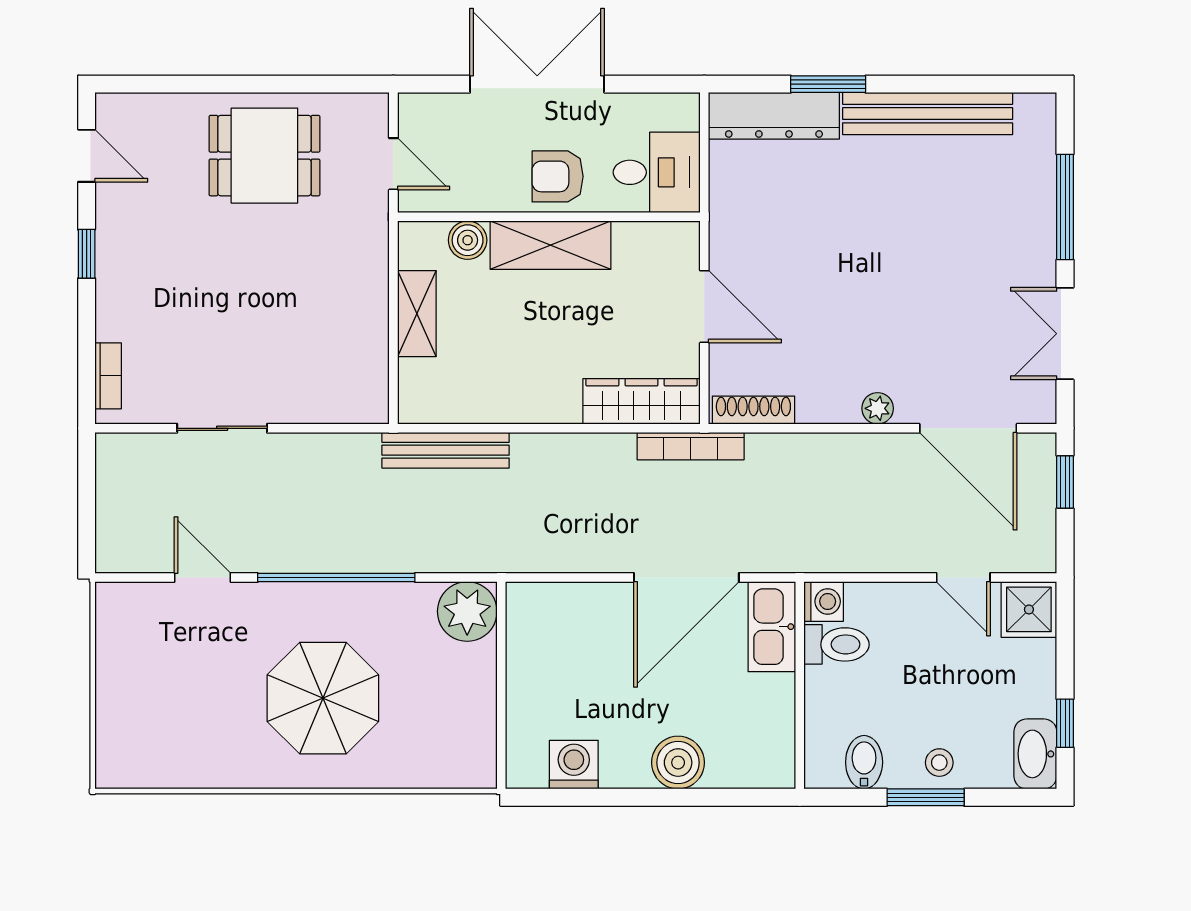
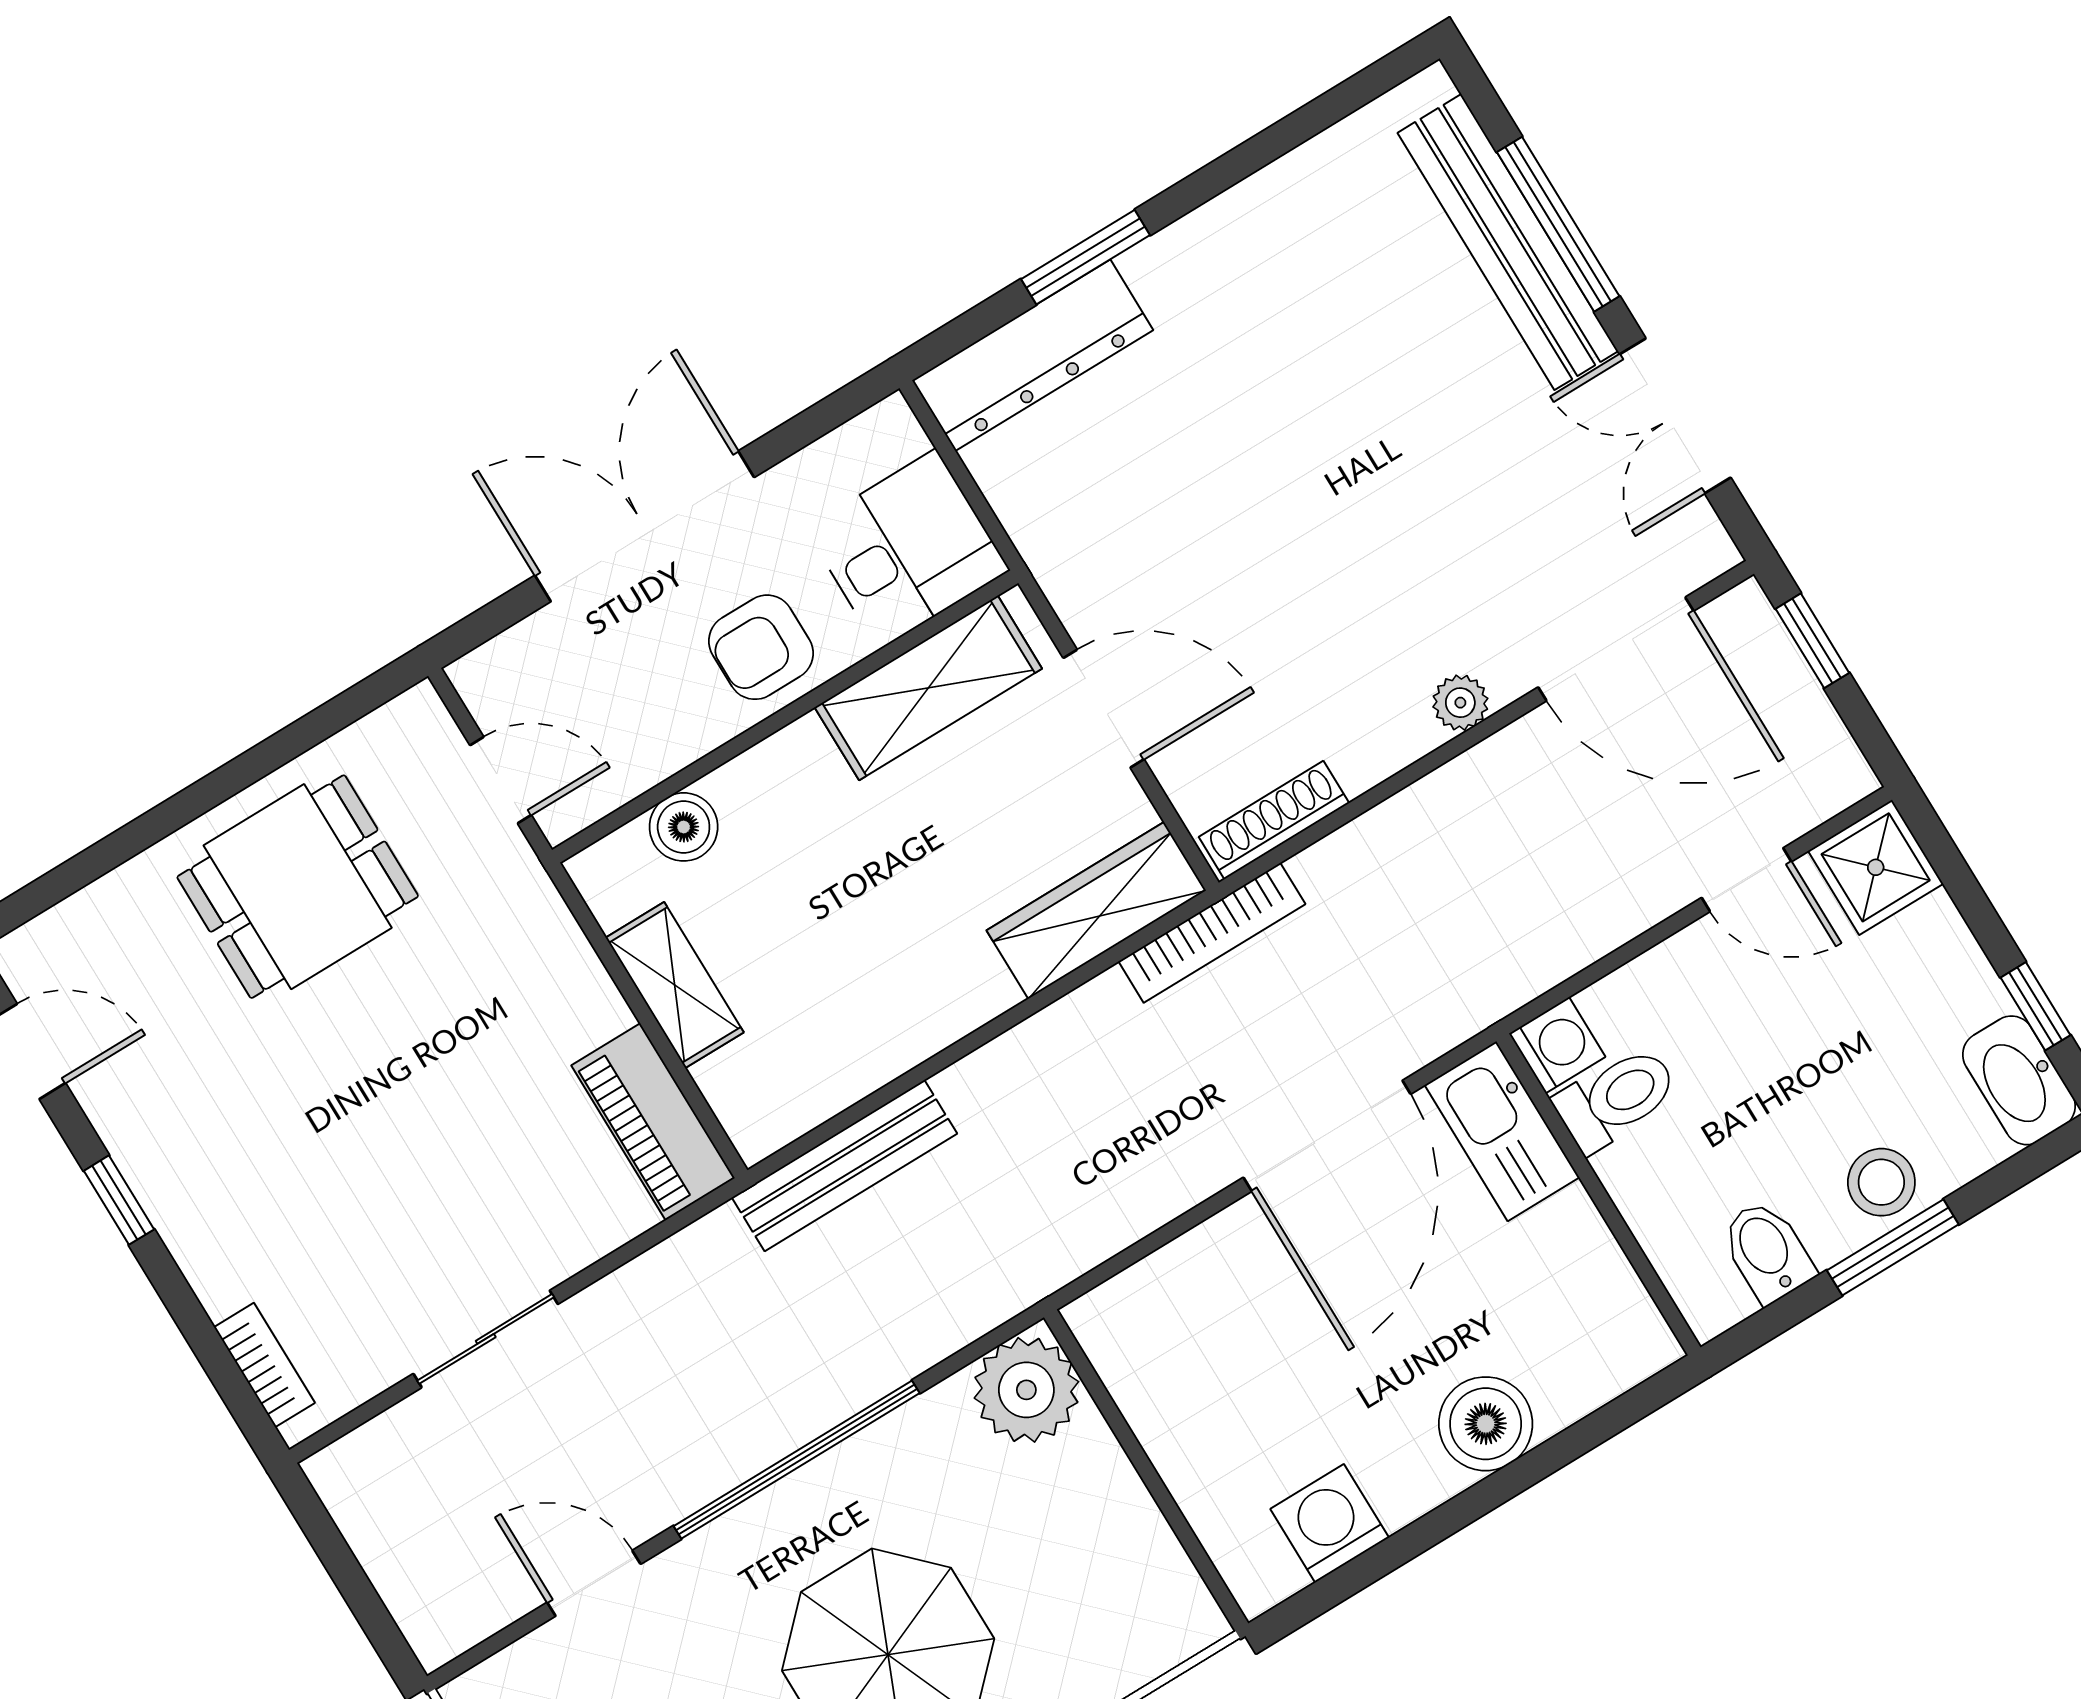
bench: (928, 114) -> (1508, 242), moved, turned 90
shelving: (551, 245) -> (928, 688), moved
piano: (366, 373) -> (653, 1122), added
stool: (939, 763) -> (1881, 1182), width x1.37, depth x1.37

